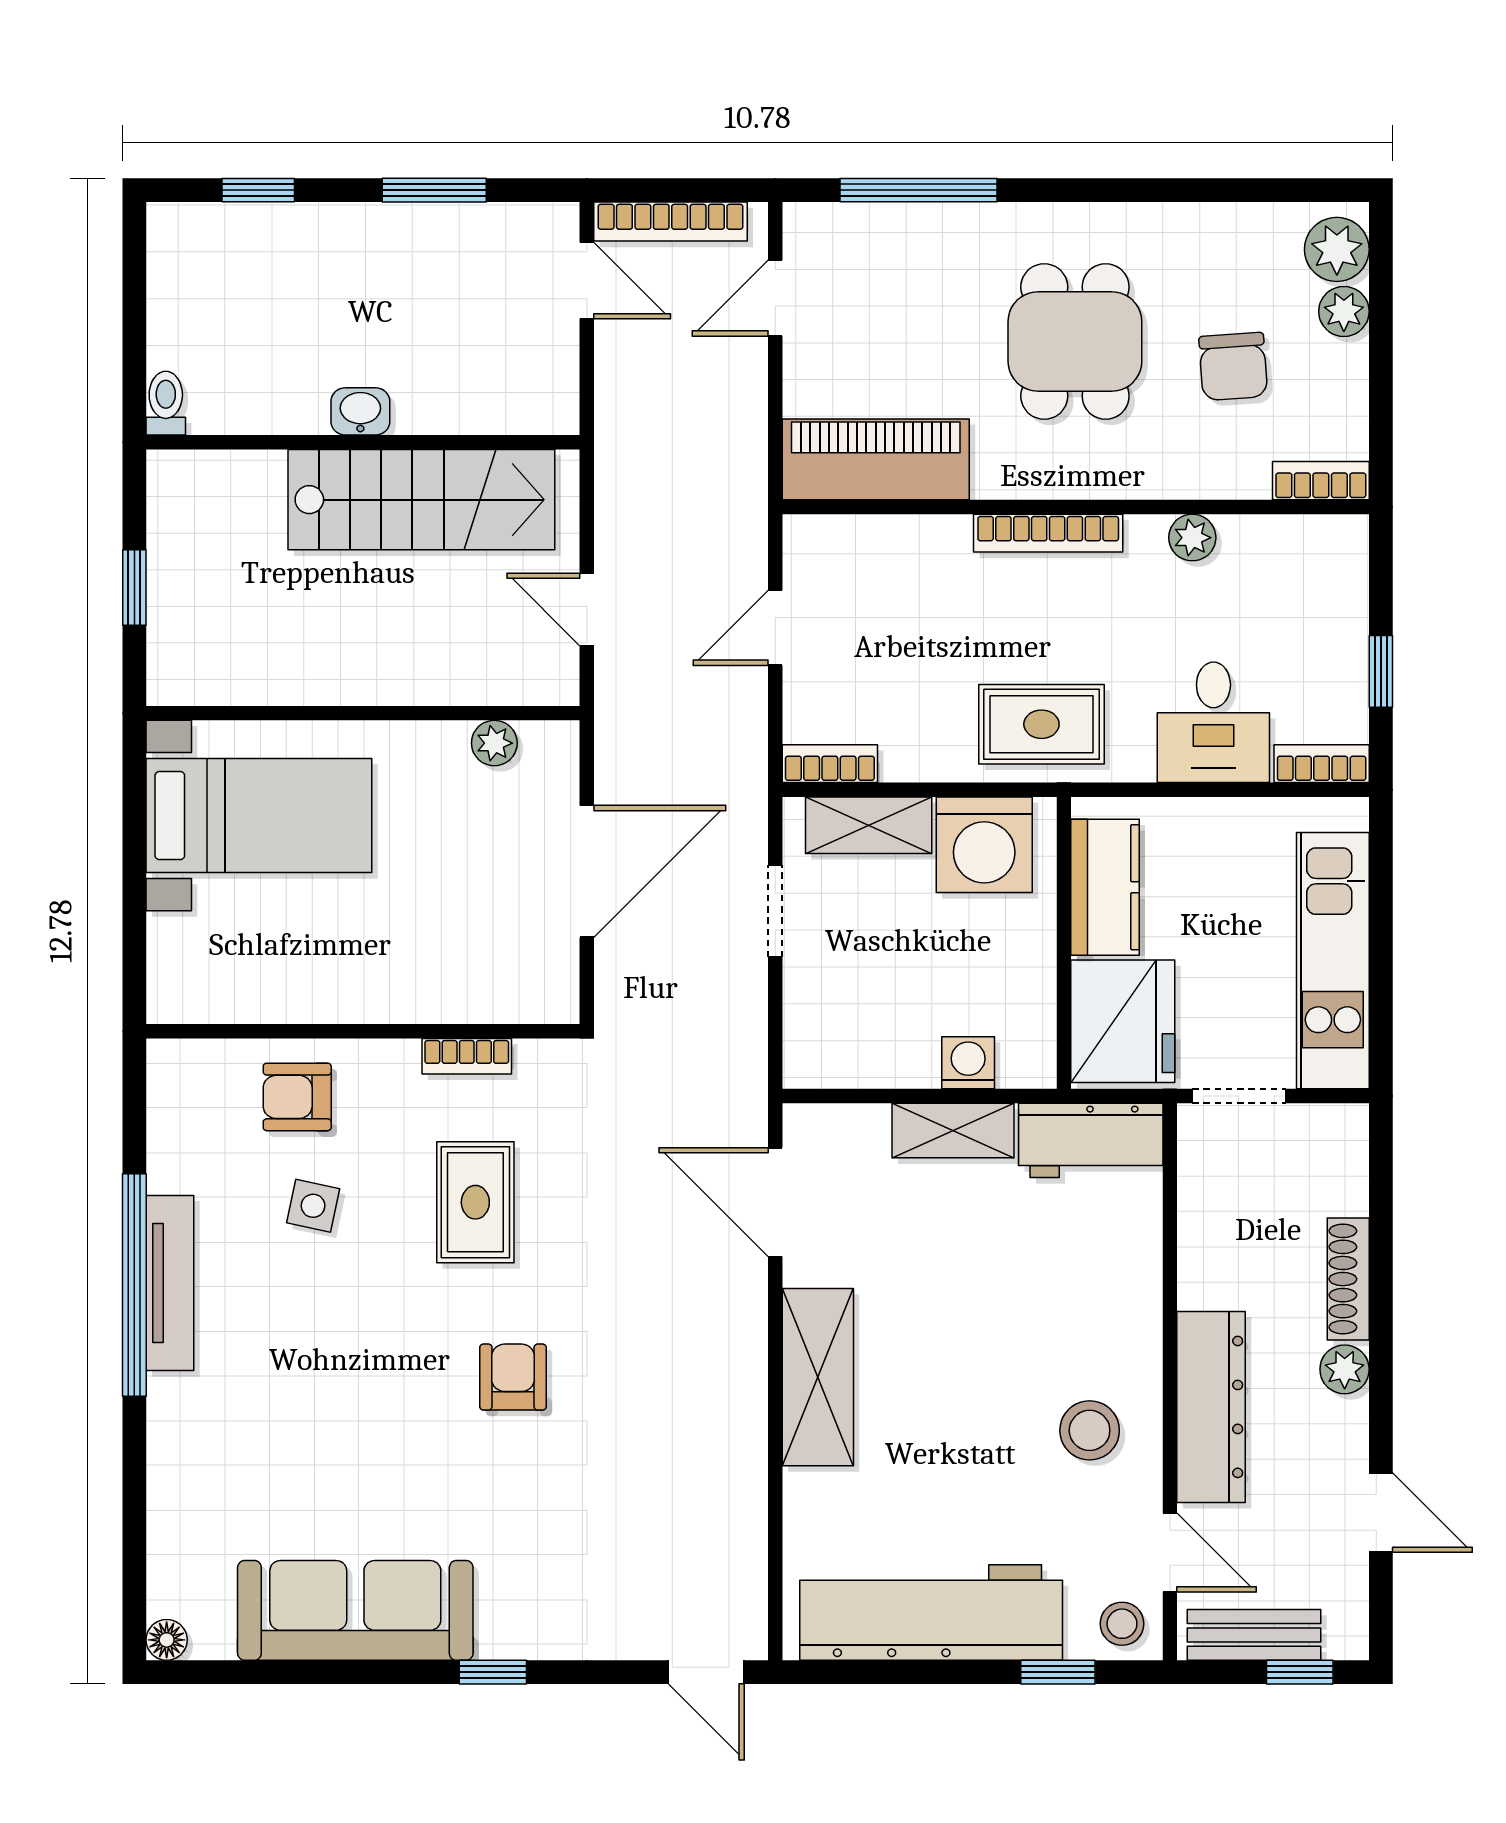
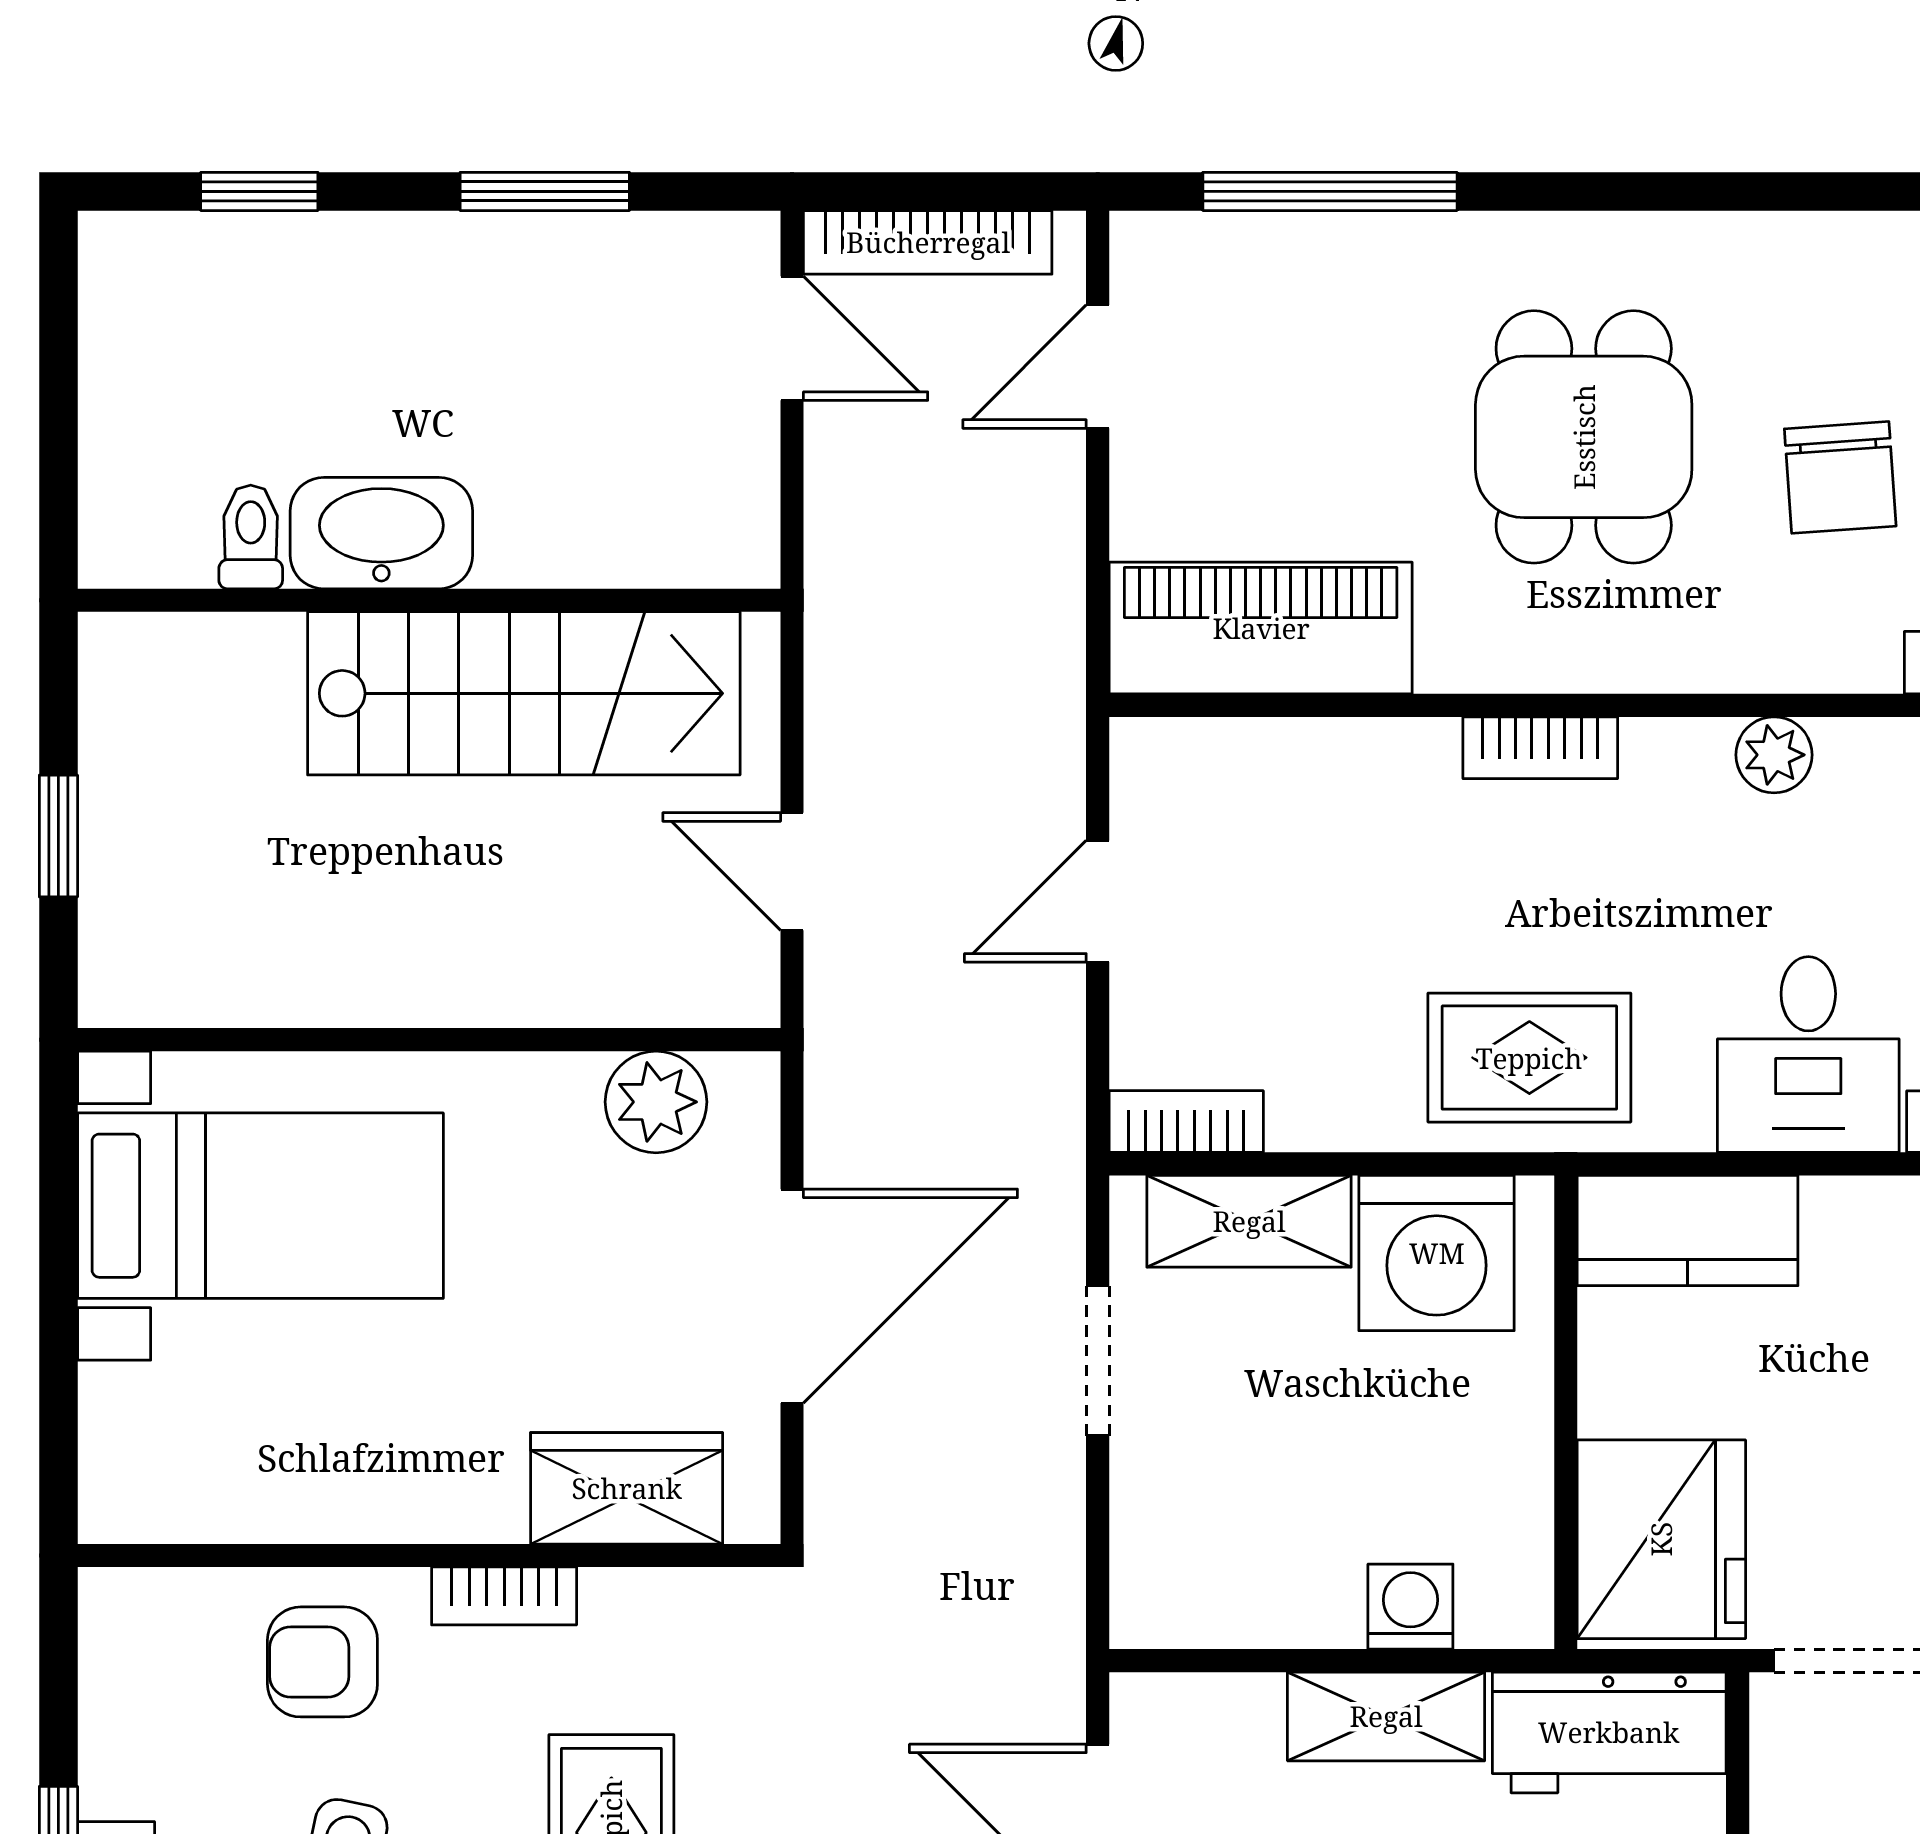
toilet: (166, 403) -> (251, 537), moved
washbasin: (360, 411) -> (381, 533), width x1.91, depth x1.45
bookcase: (1048, 533) -> (1540, 748), width x0.64
plant: (494, 743) -> (656, 1102), width x1.38, depth x1.38
kitchen counter: (1105, 887) -> (1688, 1230), moved, turned 90
wardrobe: (485, 990) -> (627, 1488), added
bookcase: (467, 1056) -> (504, 1596), moved

